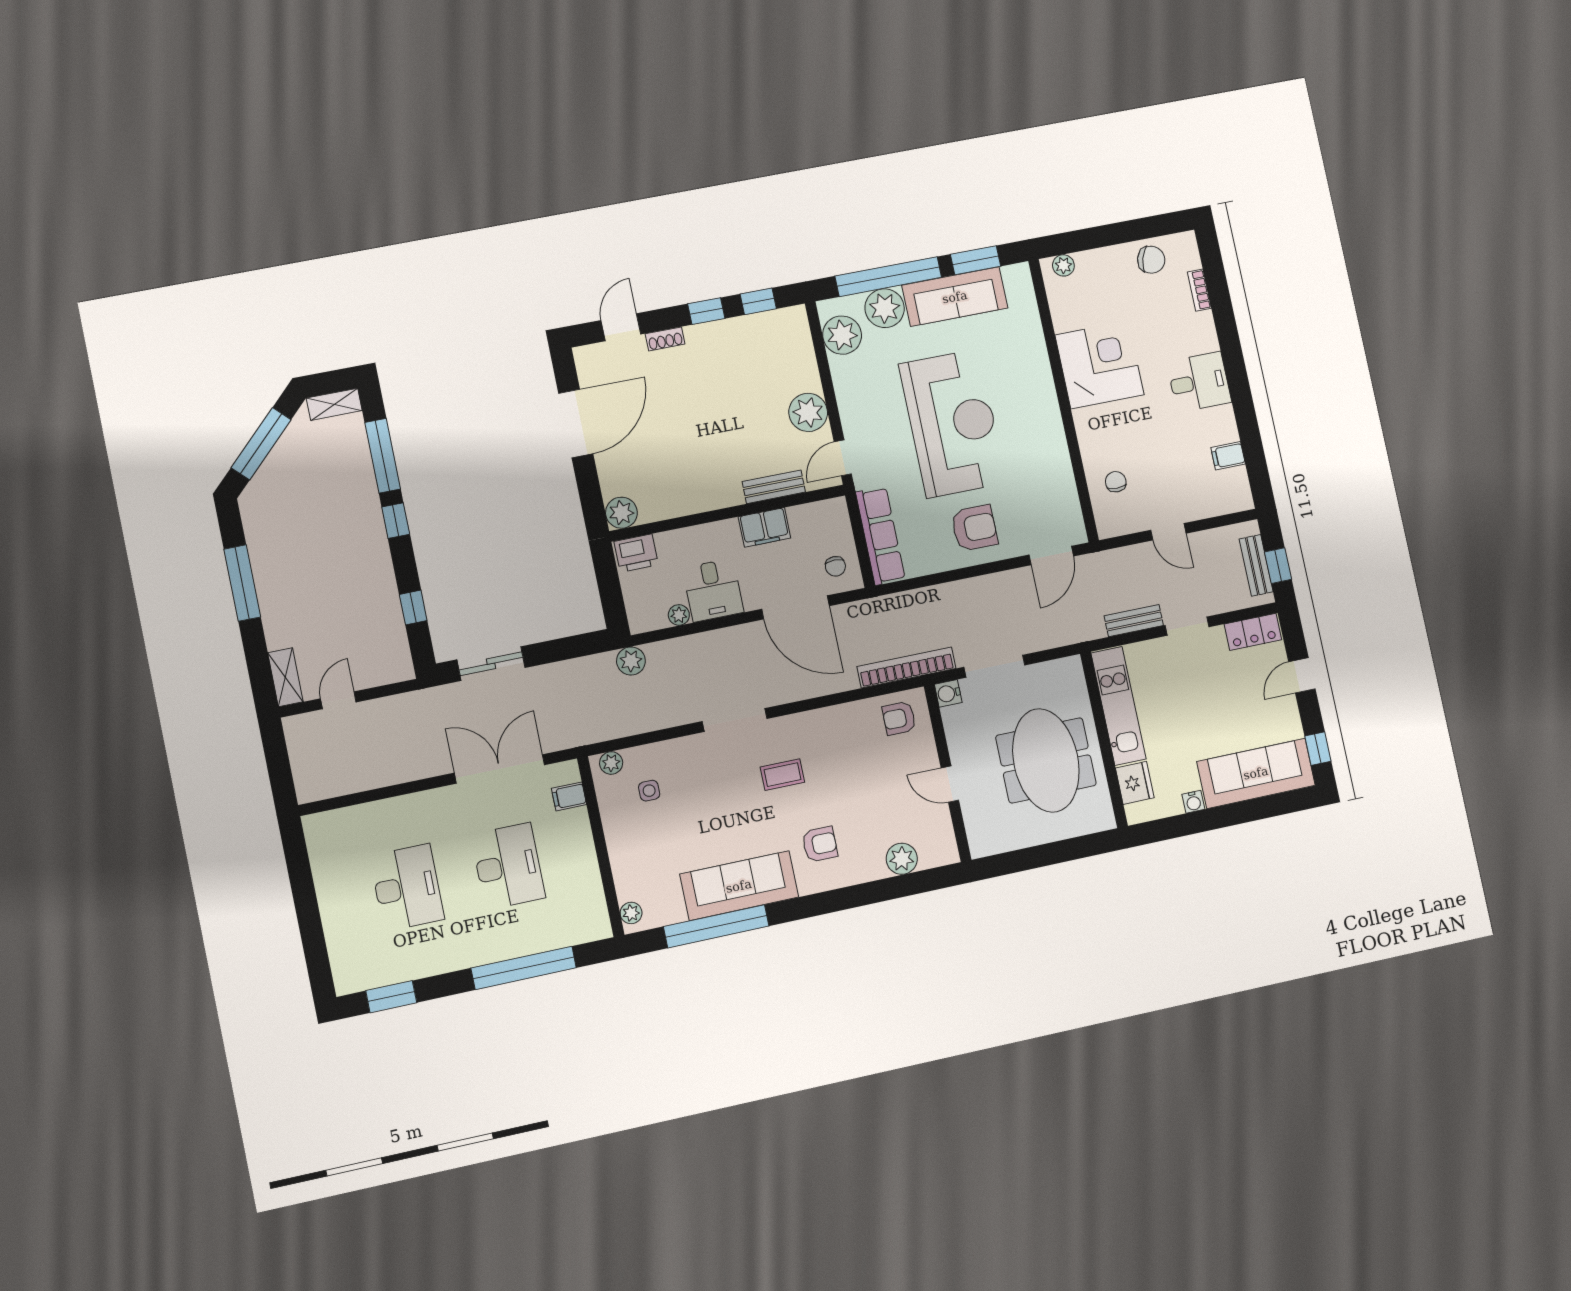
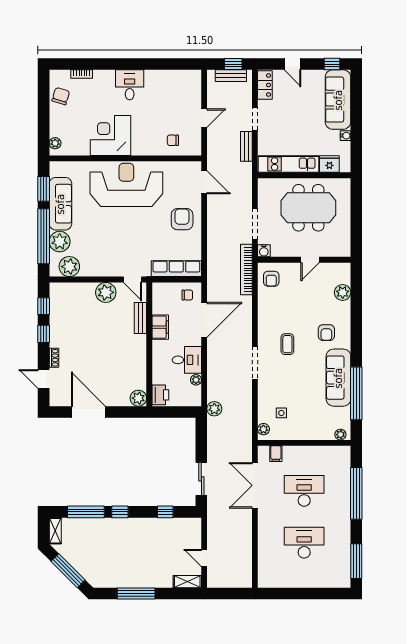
reception desk: (953, 423) -> (126, 185), moved
filing cabinet: (1228, 456) -> (171, 78), removed
armchair: (820, 844) -> (326, 333), turned 180
window: (391, 997) -> (356, 561), width x1.44

